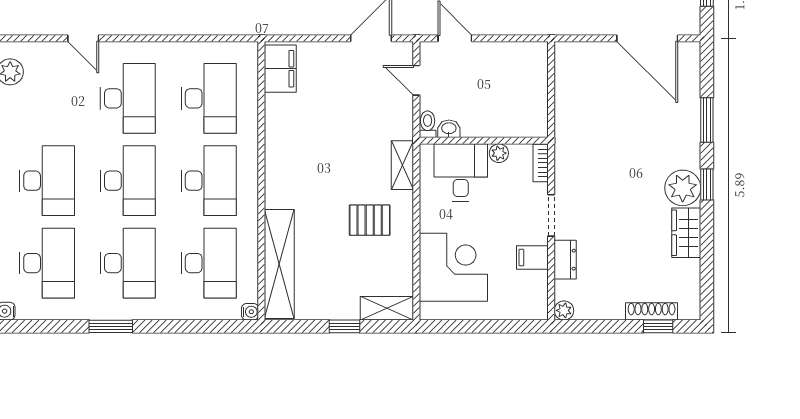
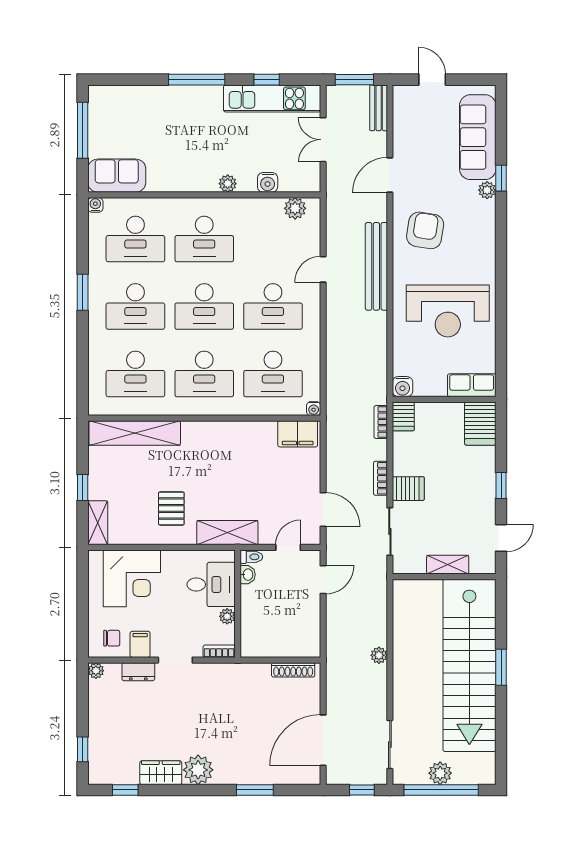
shelving: (402, 165) -> (227, 533), width x1.50, depth x1.33
window: (707, 184) -> (125, 790), moved
chair: (525, 291) -> (112, 638), added
shoe rack: (652, 311) -> (293, 670), moved, turned 90
water cooler: (250, 312) -> (314, 409), moved

